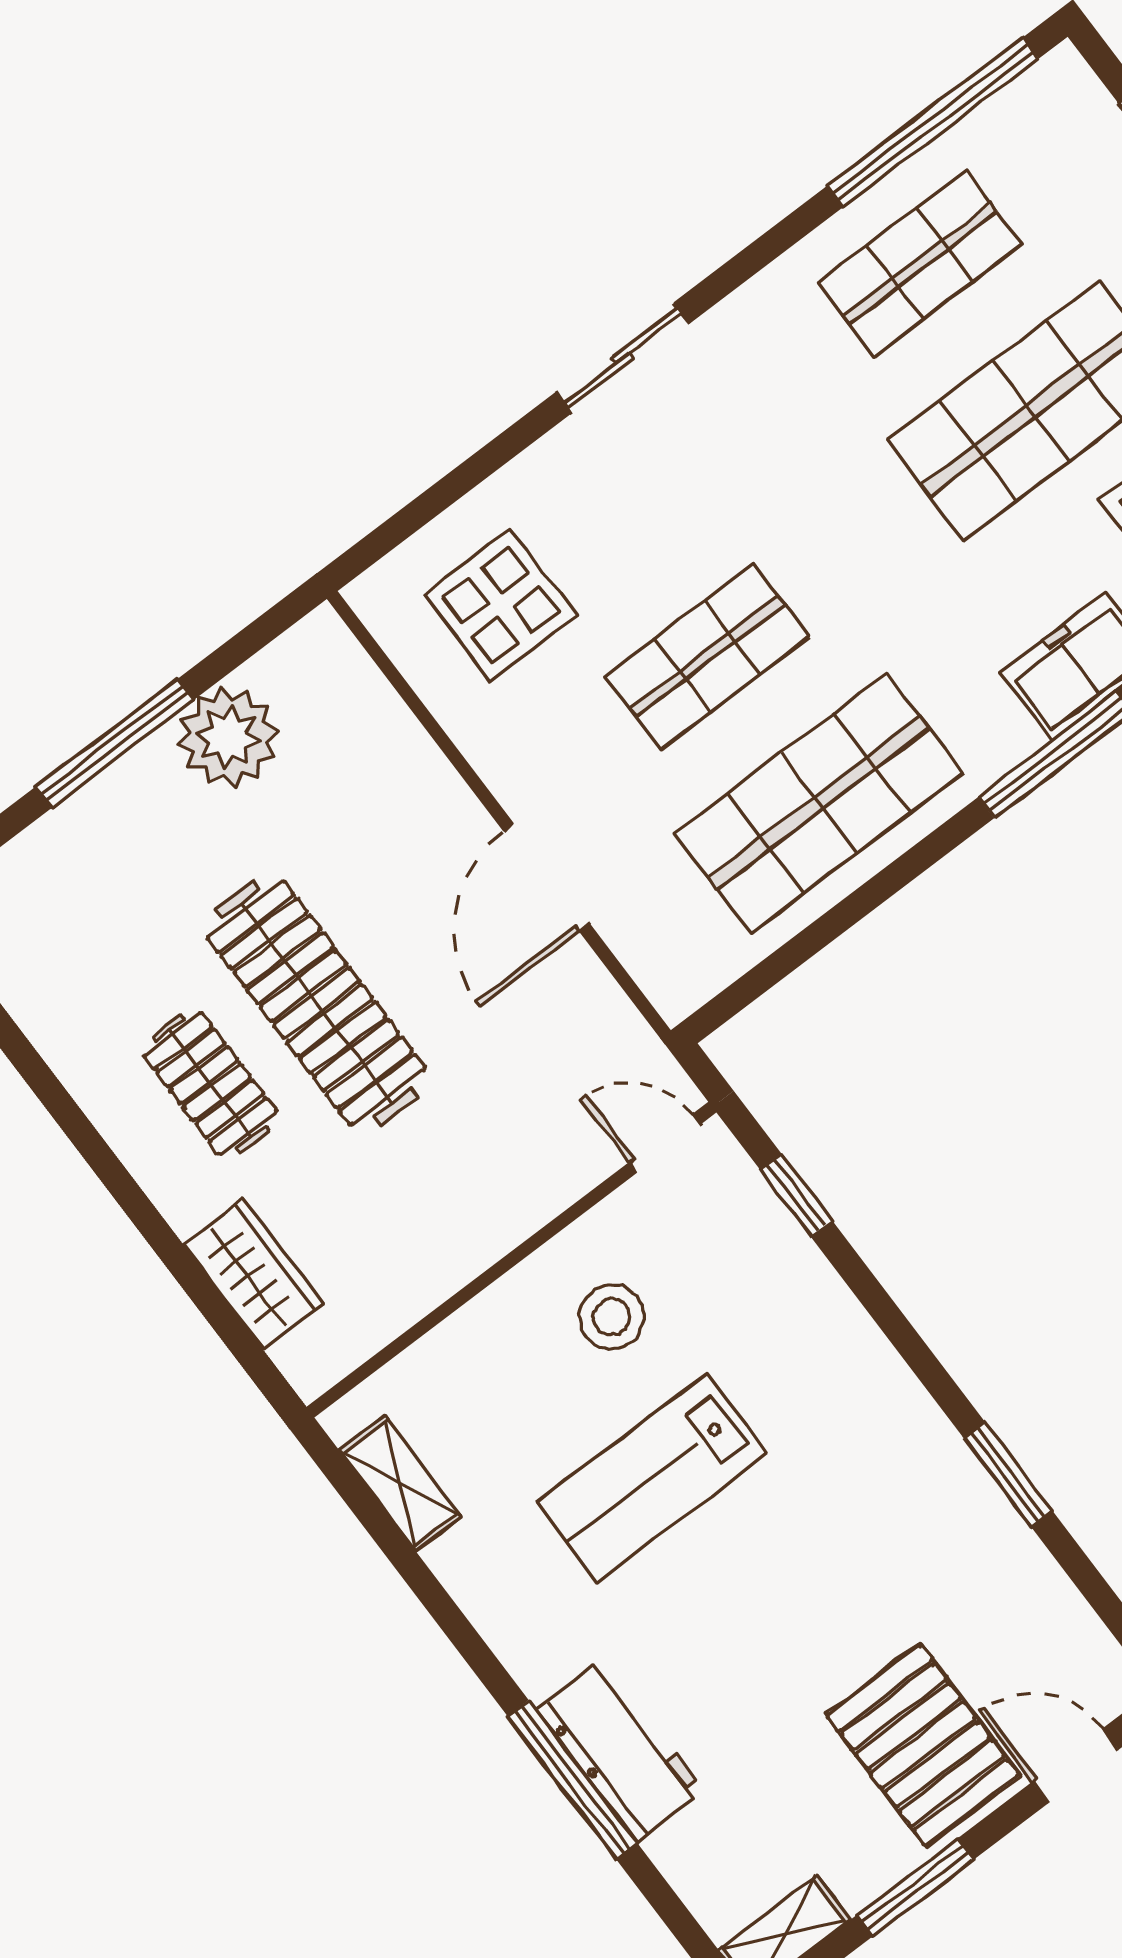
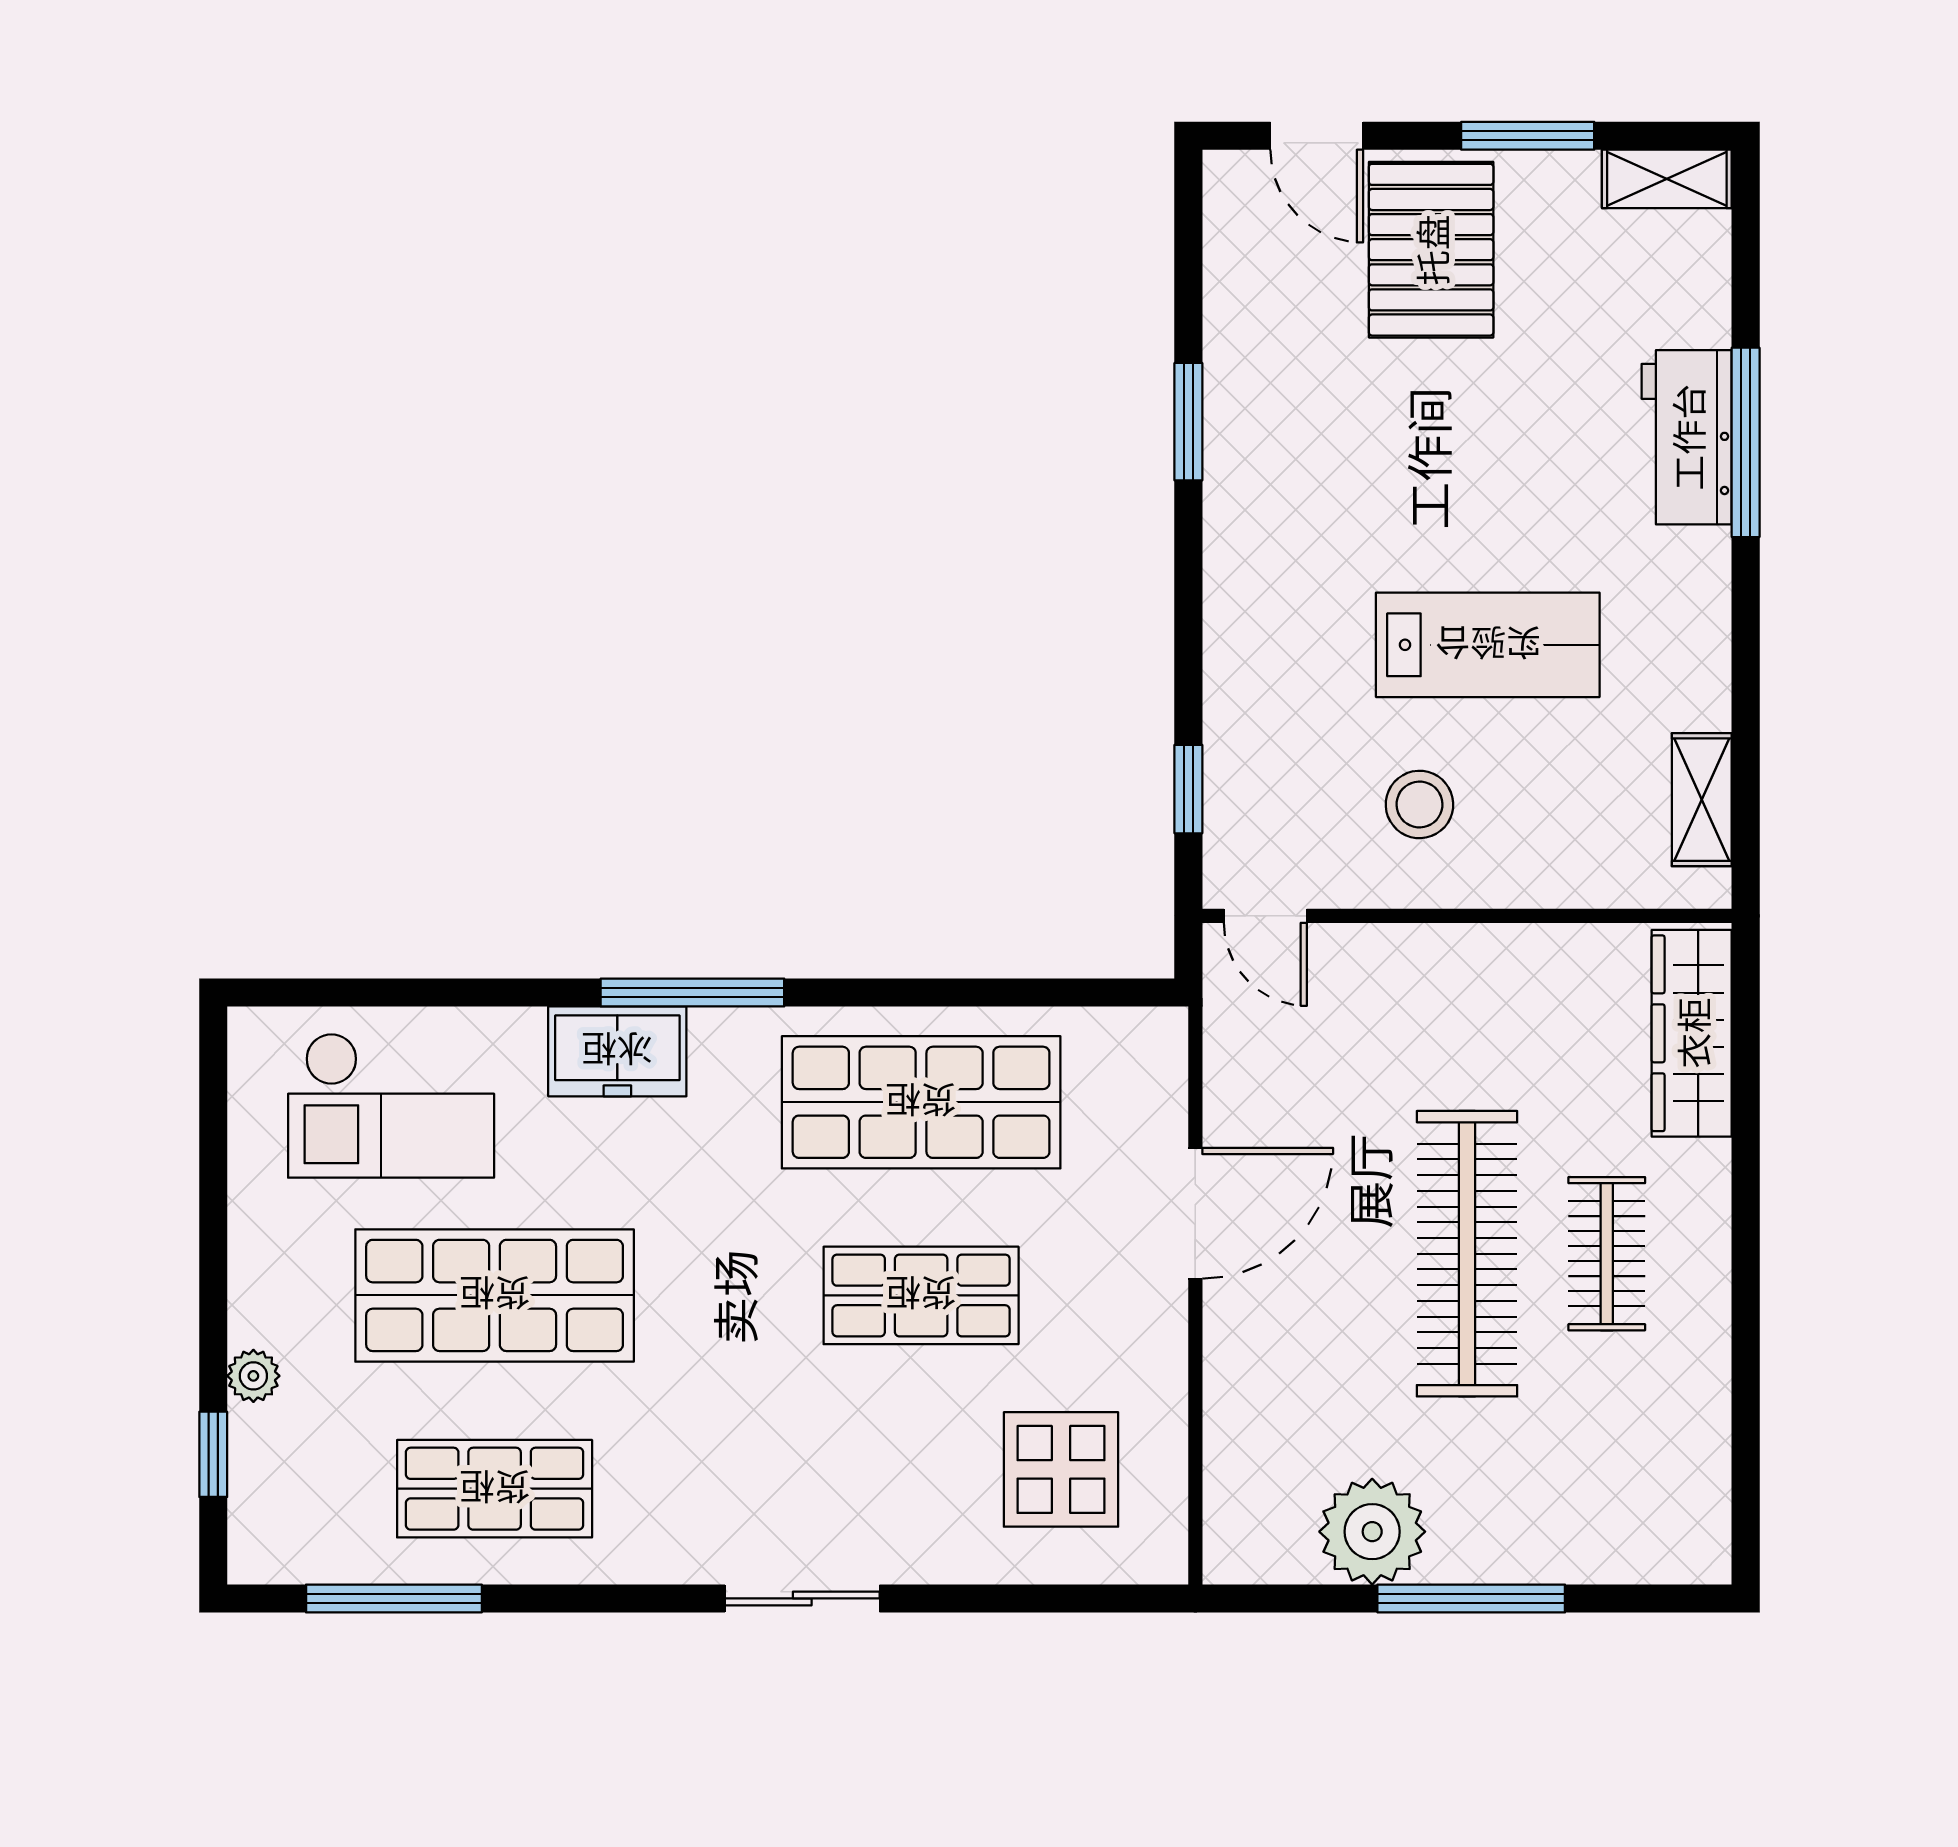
window: (933, 122) -> (394, 1598), width x0.68
wardrobe: (253, 1274) -> (1692, 1033), width x1.50

